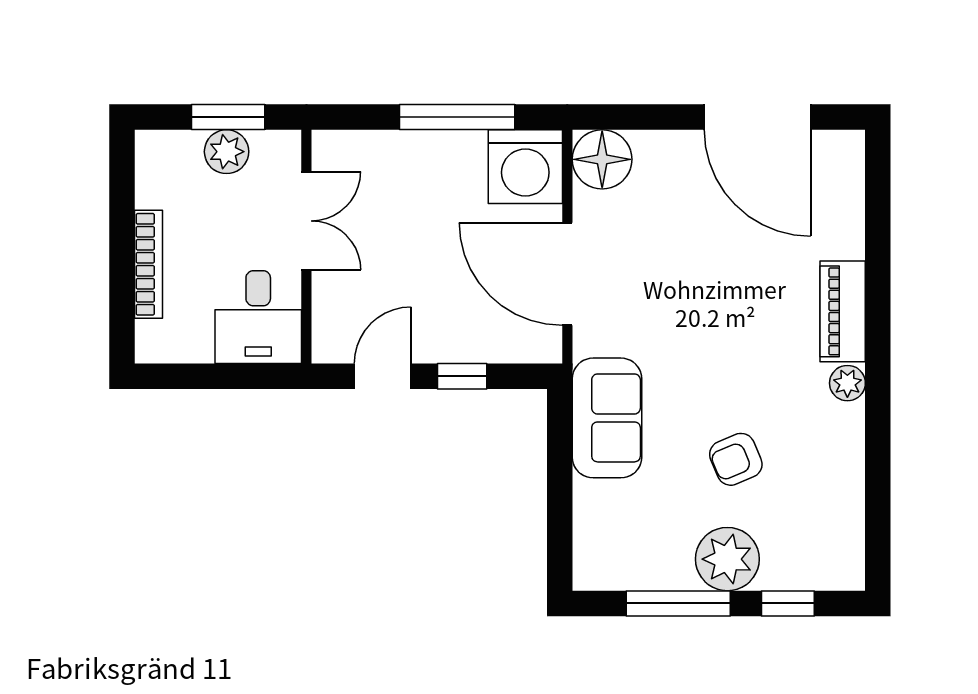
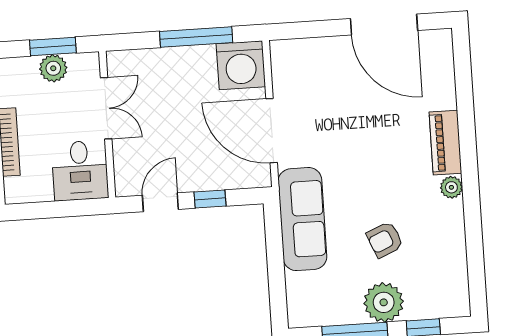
floor lamp: (602, 159) -> (289, 57), removed
sofa: (607, 418) -> (302, 219), width x1.36

